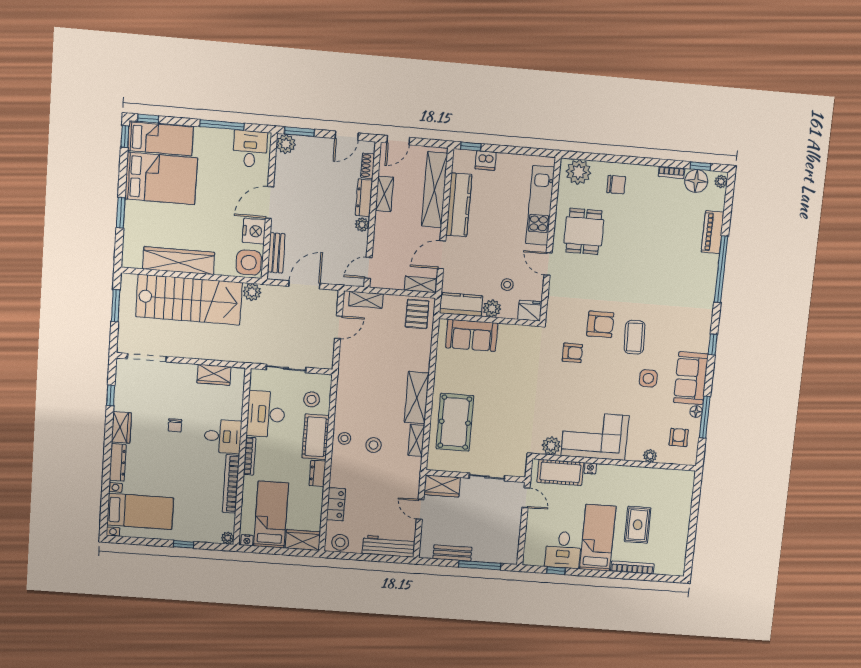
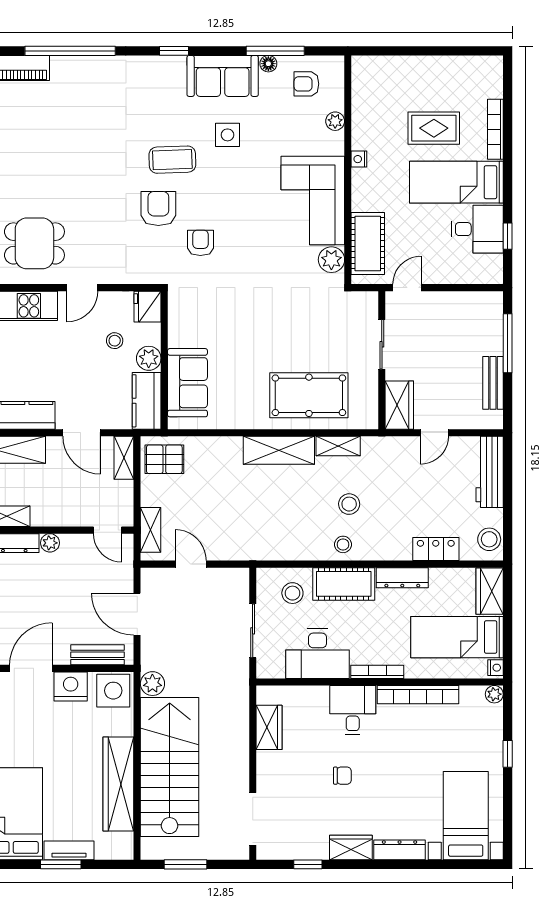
door: (270, 202) -> (31, 668), swing flipped
tv unit: (131, 220) -> (69, 850), added
nightstand: (590, 468) -> (359, 159), moved
dresser: (317, 473) -> (402, 578), width x1.44

